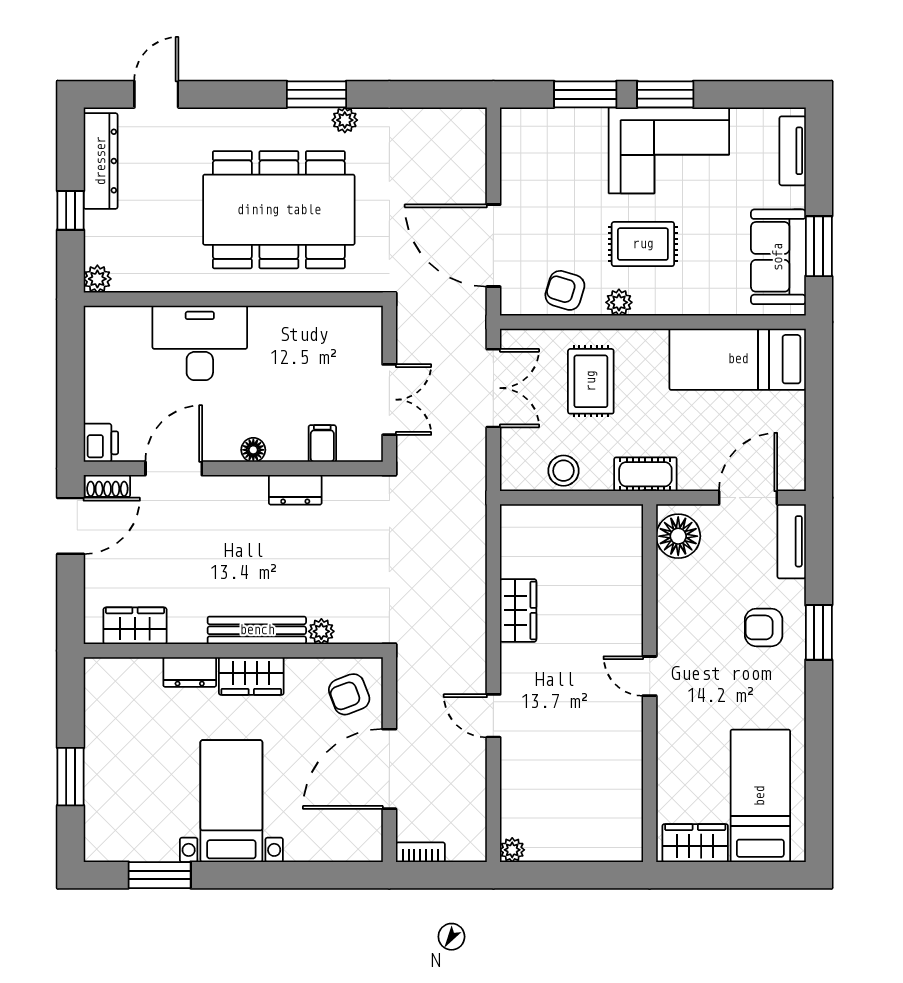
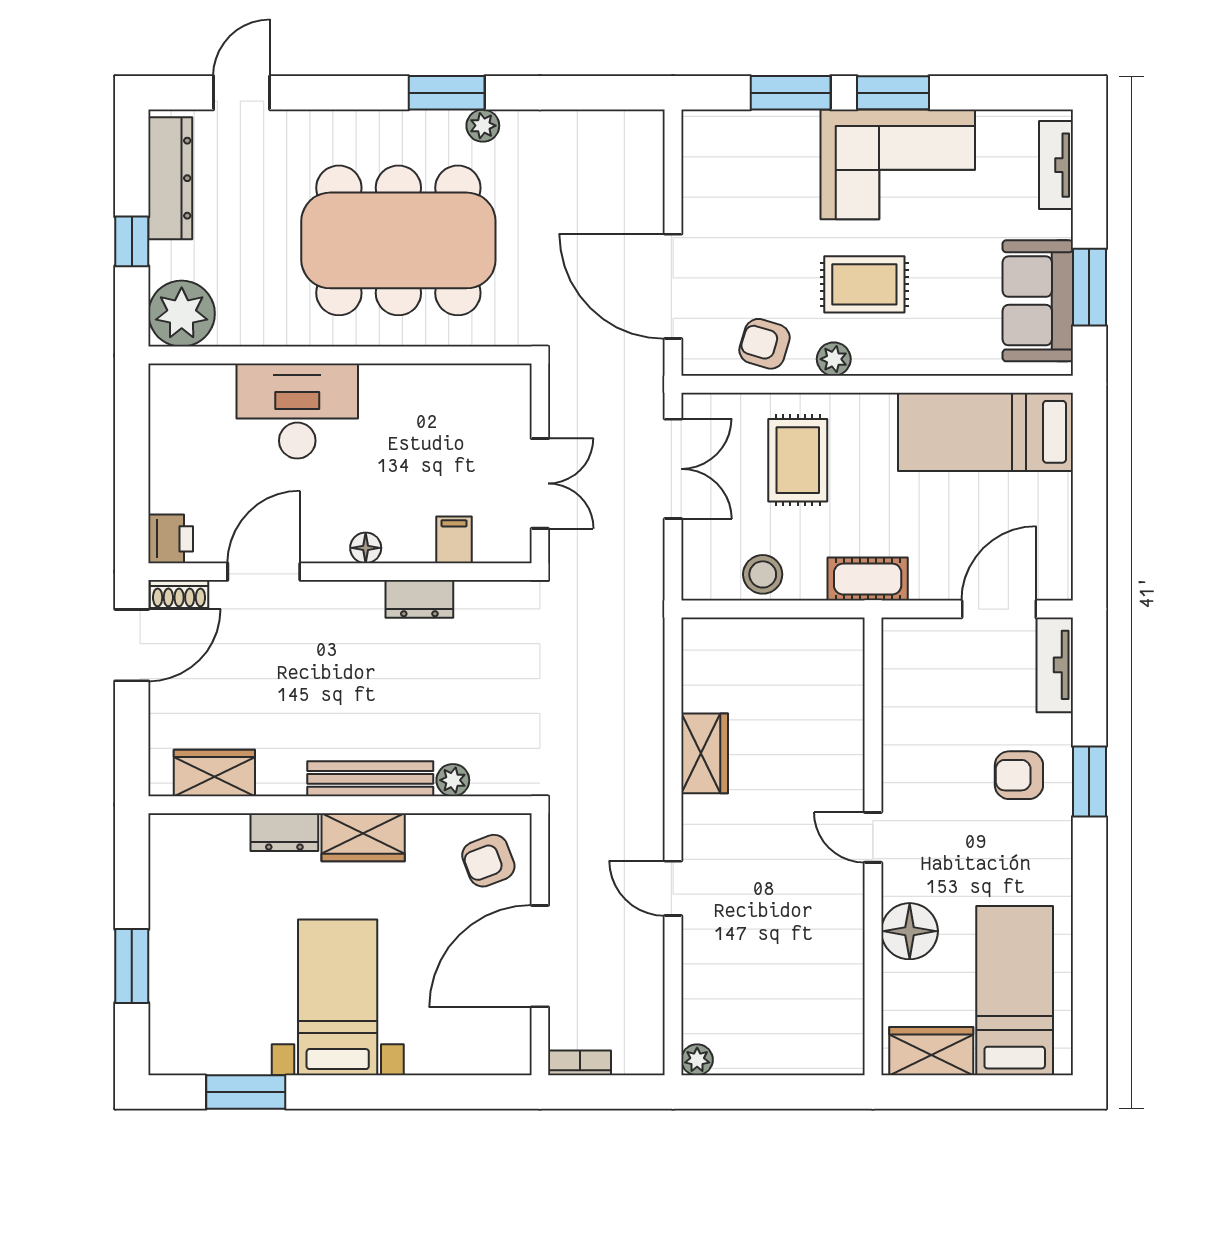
plant: (97, 279) -> (182, 314), width x1.87, depth x1.87
floor lamp: (678, 536) -> (910, 931), moved

